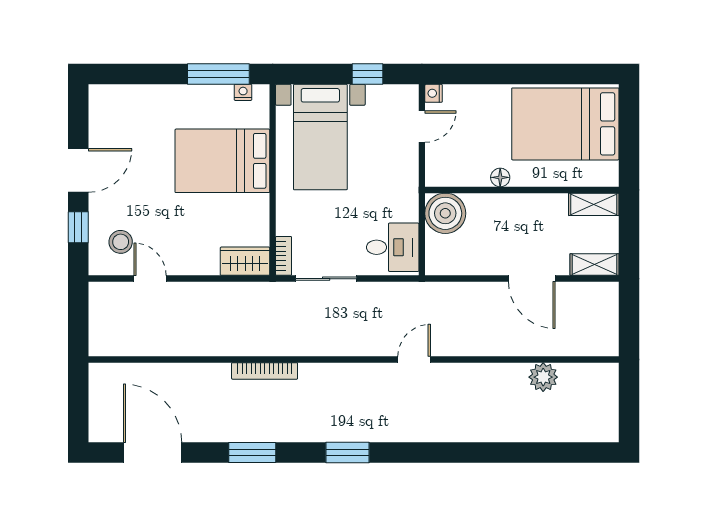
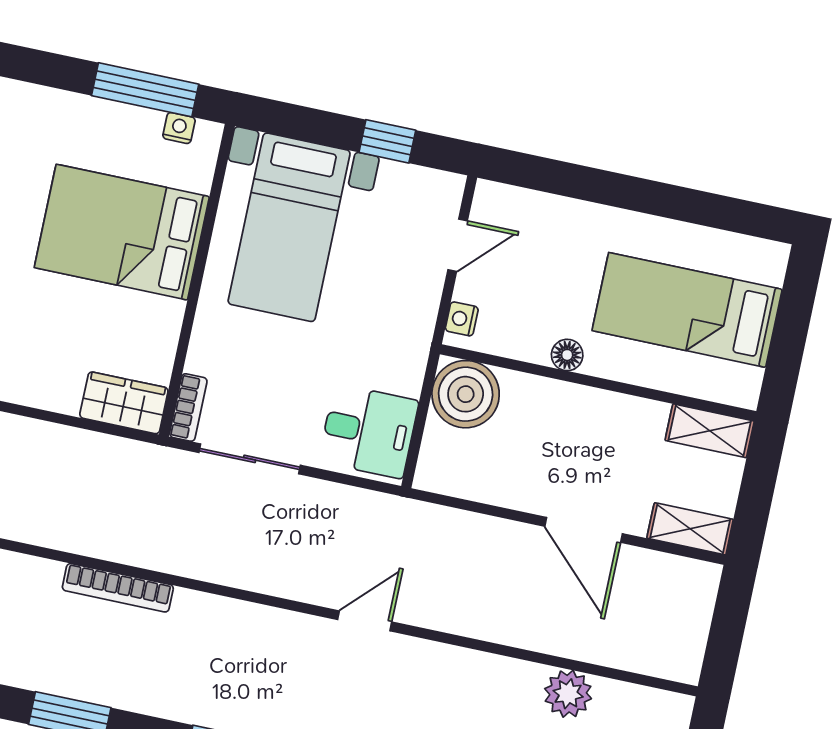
nightstand: (434, 93) -> (462, 319), moved
bed: (565, 124) -> (687, 310), width x0.67

